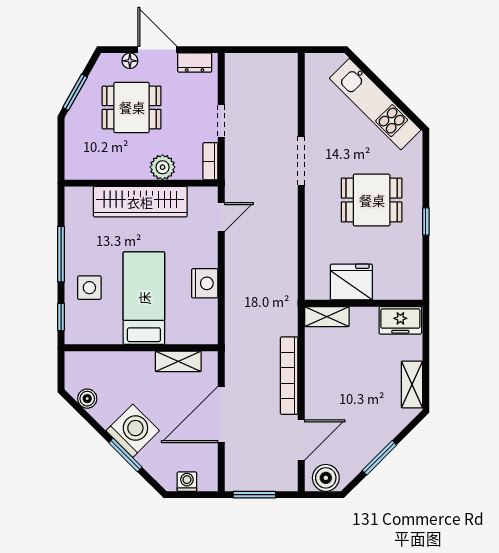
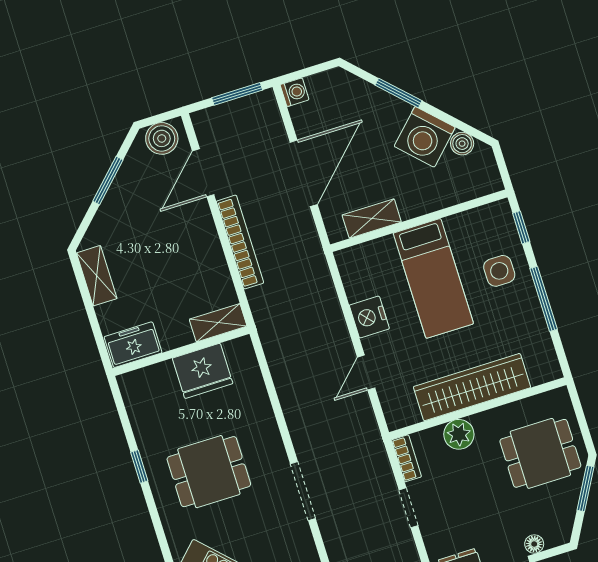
dining table: (132, 107) -> (540, 453), moved
door: (221, 217) -> (366, 373), moved
washing machine: (133, 431) -> (425, 137), moved
washing machine: (187, 482) -> (295, 92), moved, turned -90

